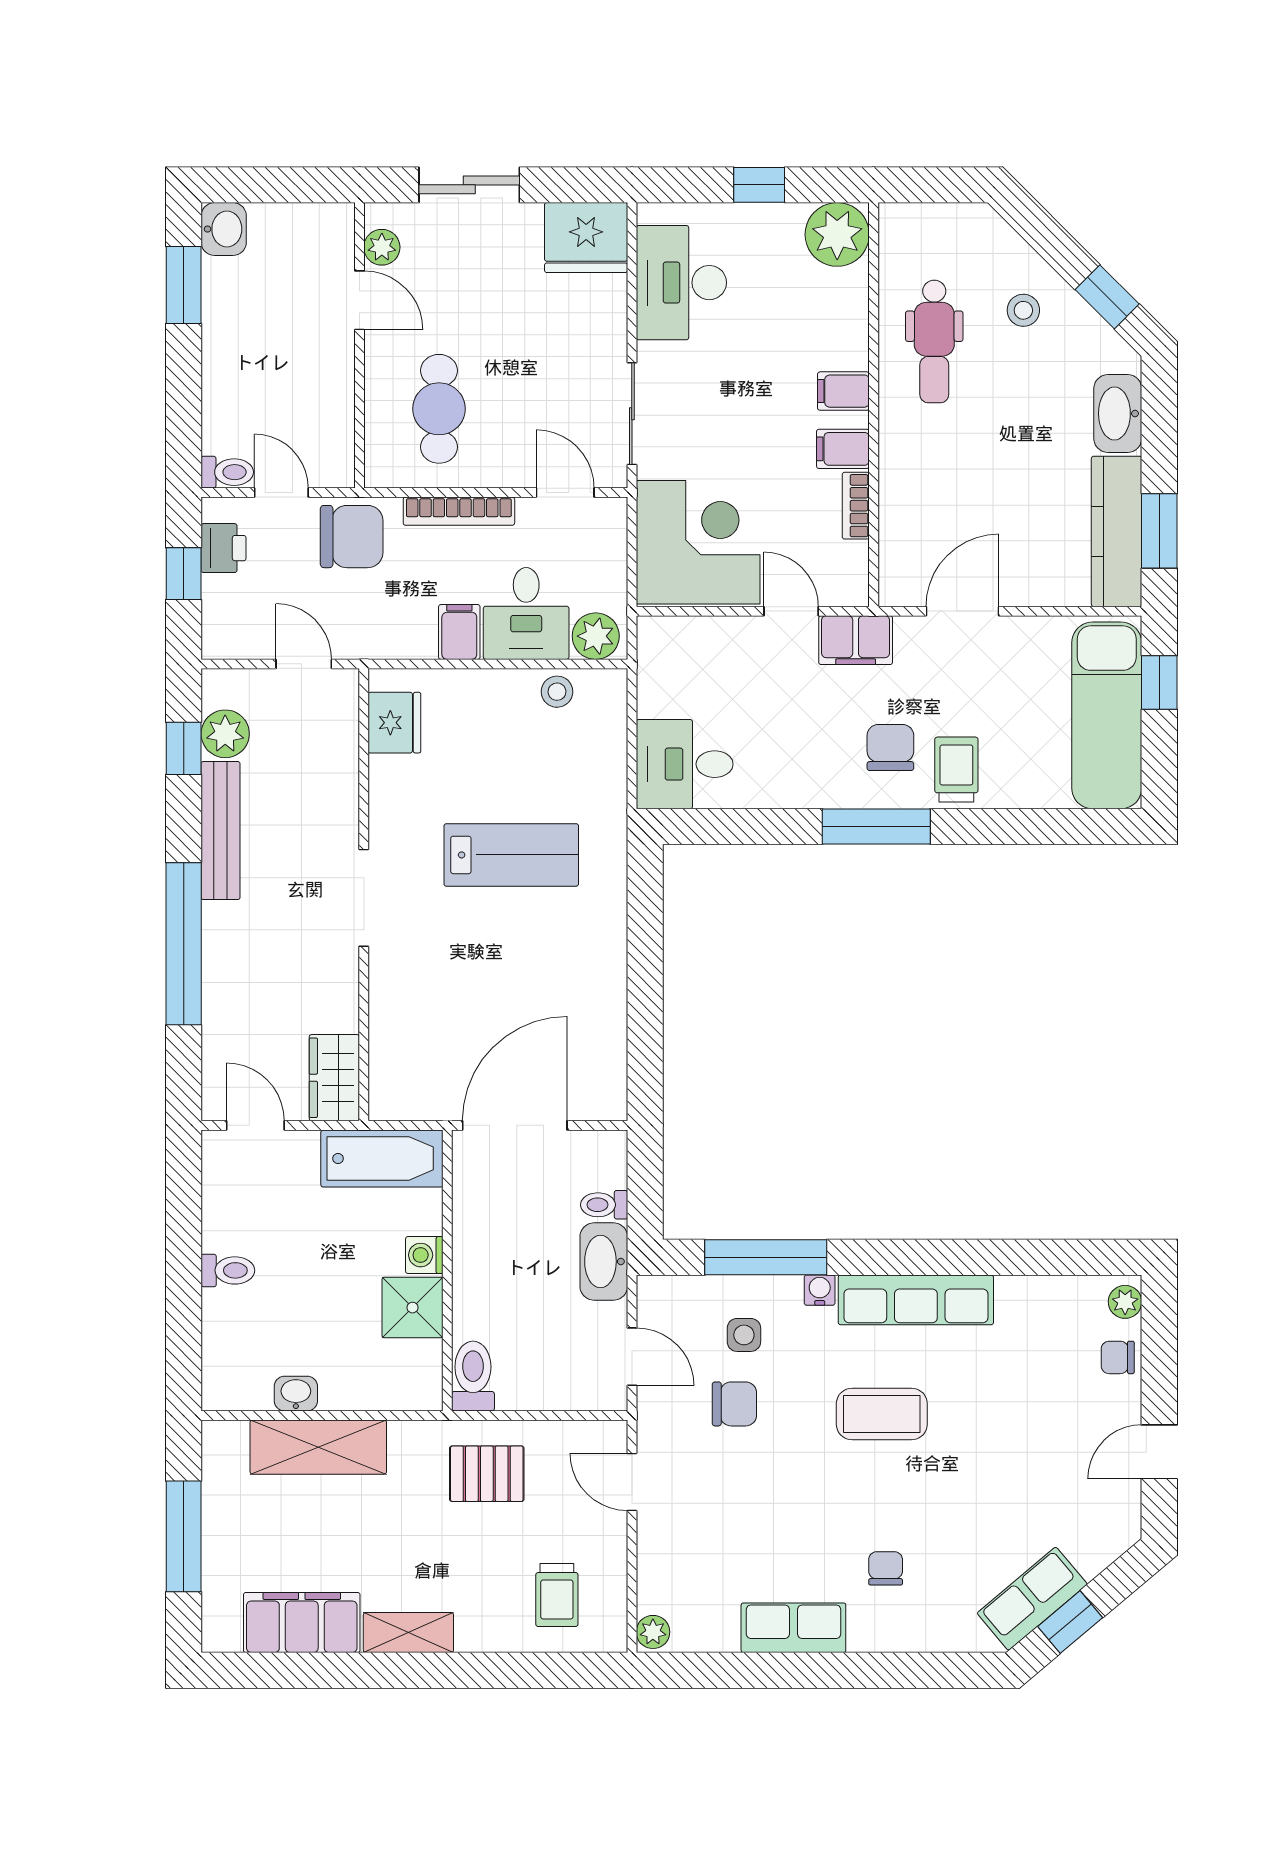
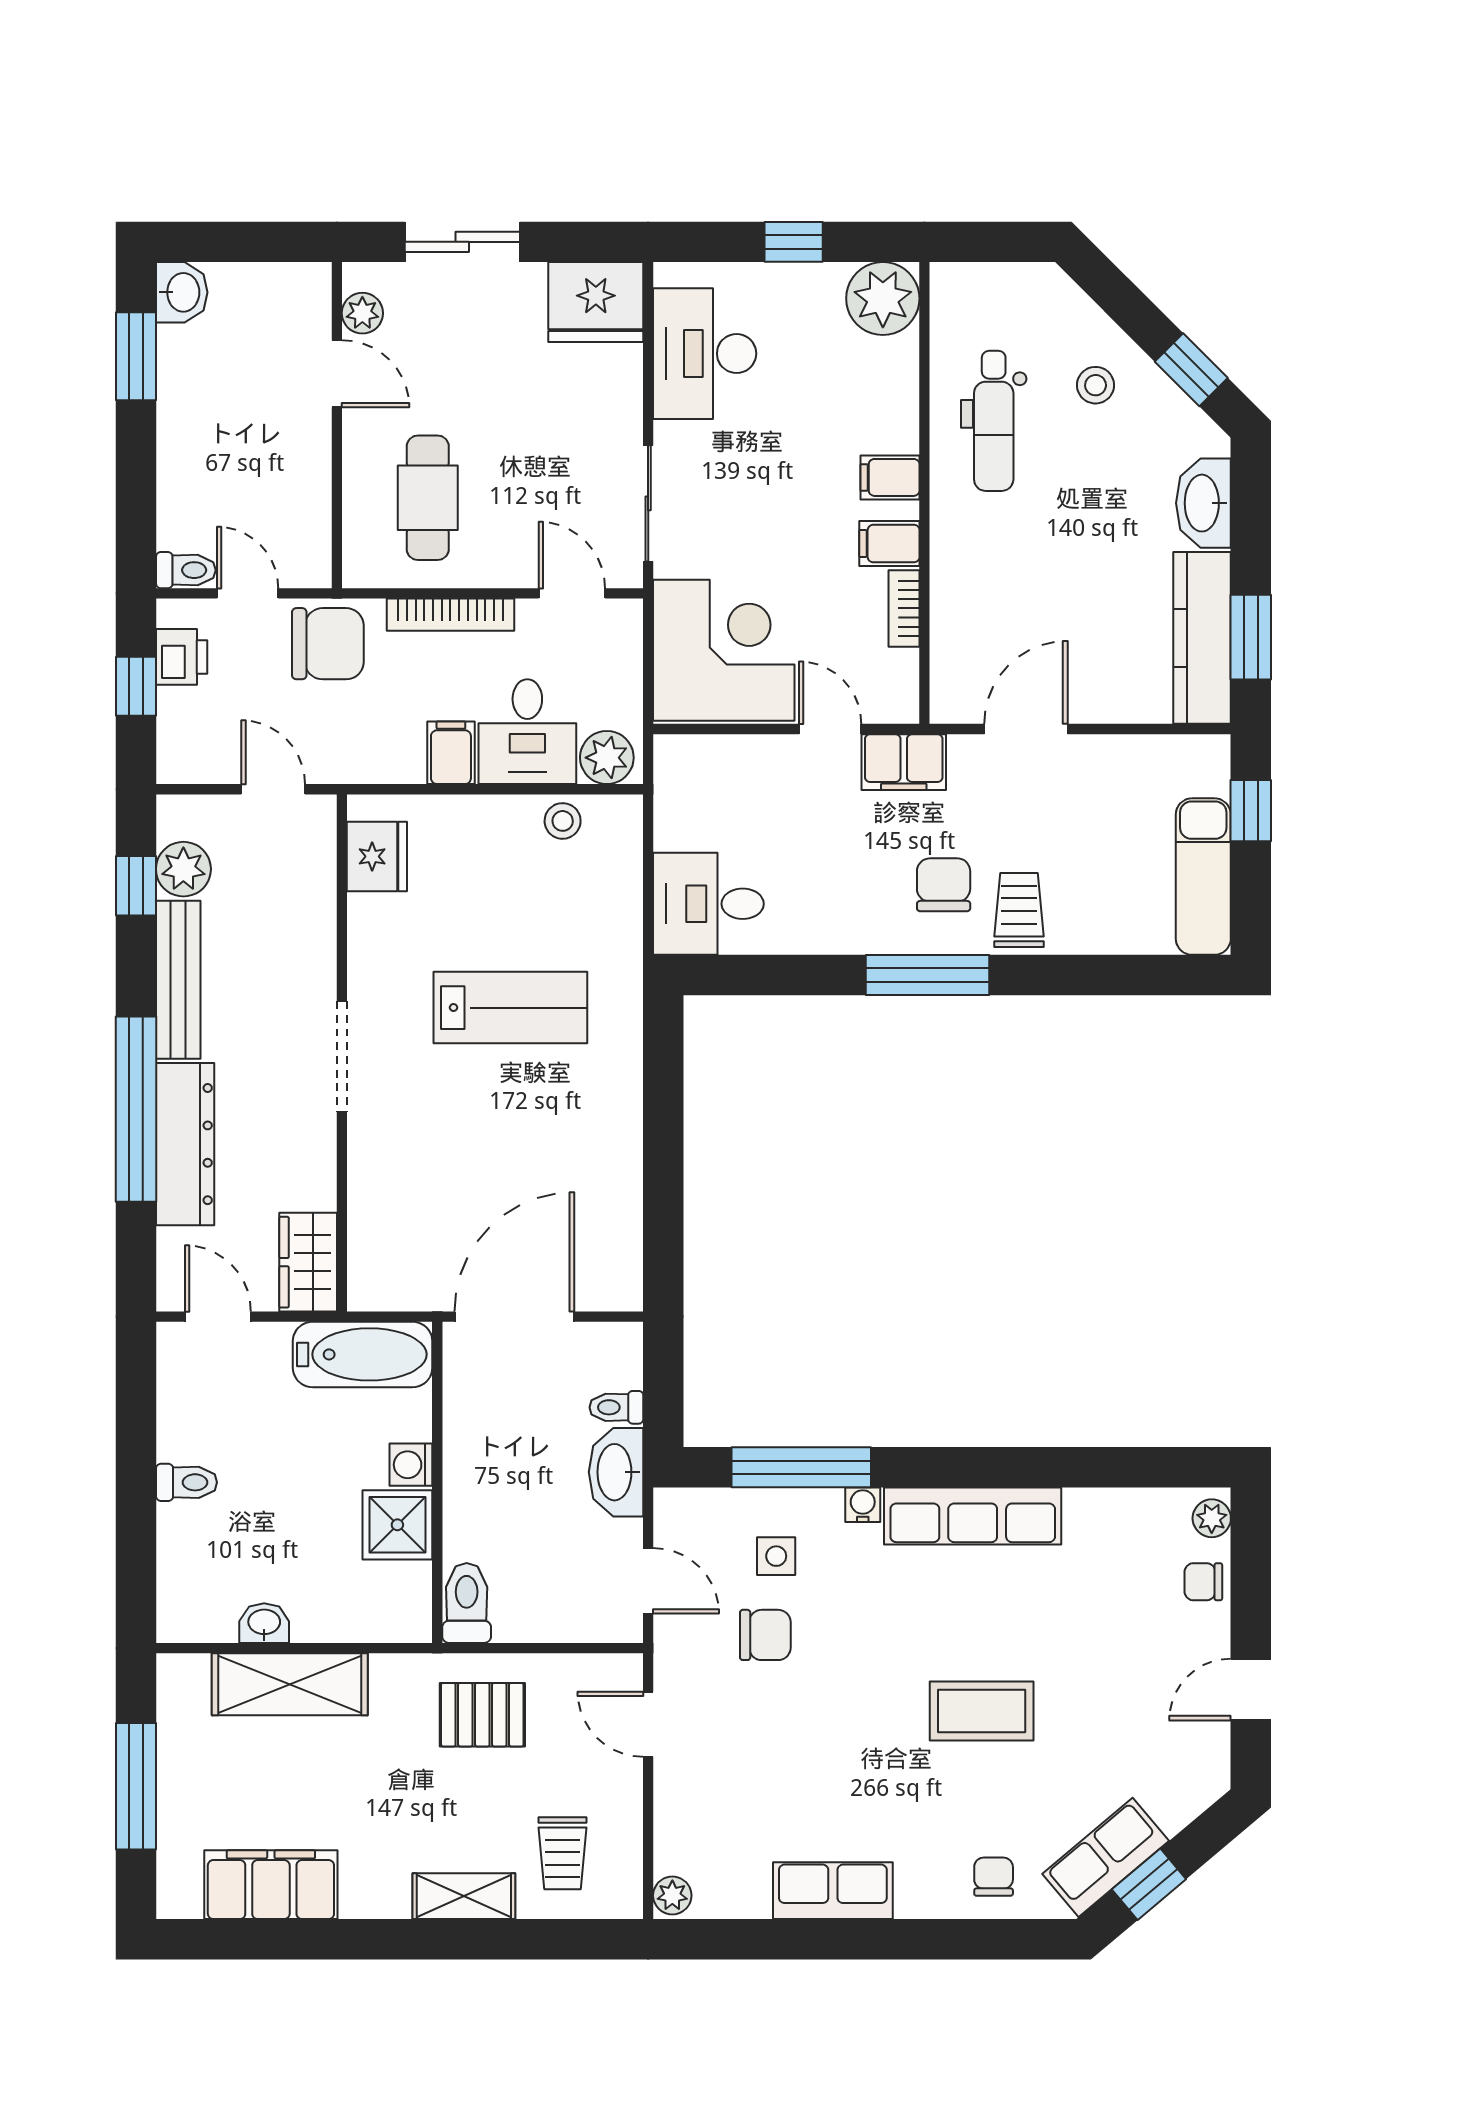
exam couch: (1107, 715) -> (1203, 877), width x0.73, depth x0.69
dresser: (227, 974) -> (185, 1144), added
coffee table: (882, 1414) -> (982, 1711), moved
chair: (886, 1568) -> (994, 1877), moved
shelving: (408, 1633) -> (464, 1896), moved

